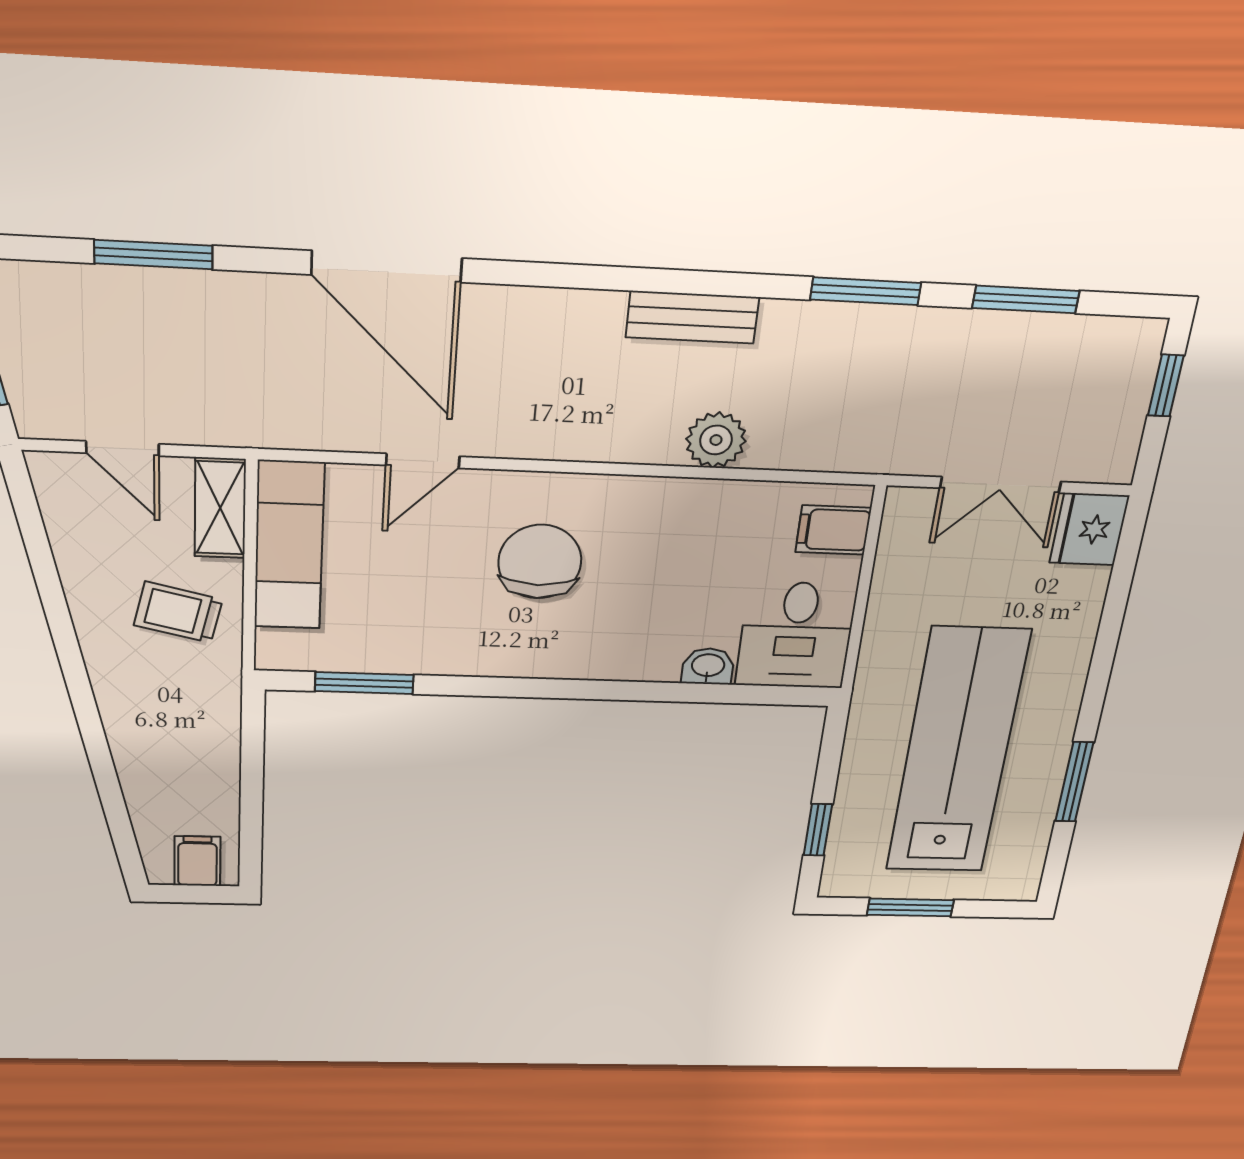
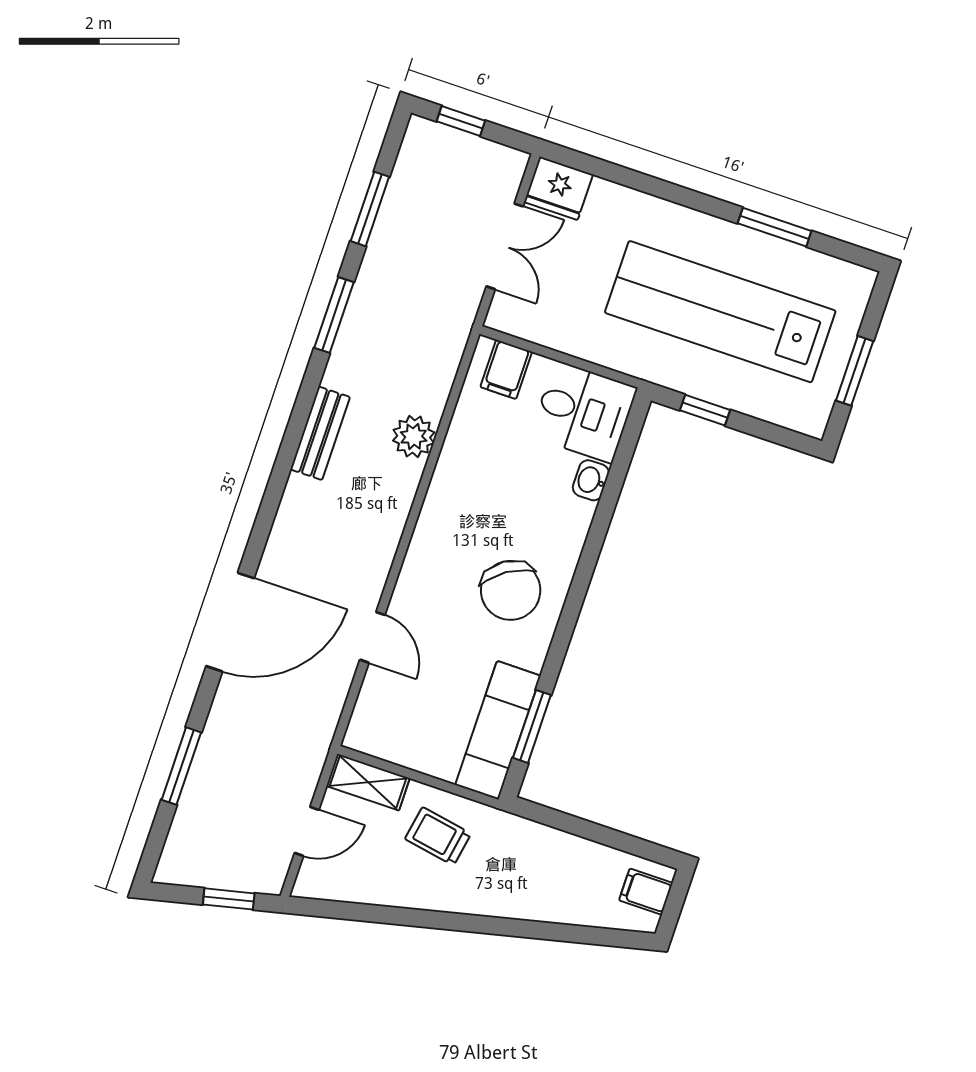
exam couch: (289, 546) -> (498, 730), moved, turned -90
chair: (540, 562) -> (511, 590), moved, turned -123
trolley: (178, 612) -> (438, 836), turned 87
window: (818, 830) -> (705, 410), moved

